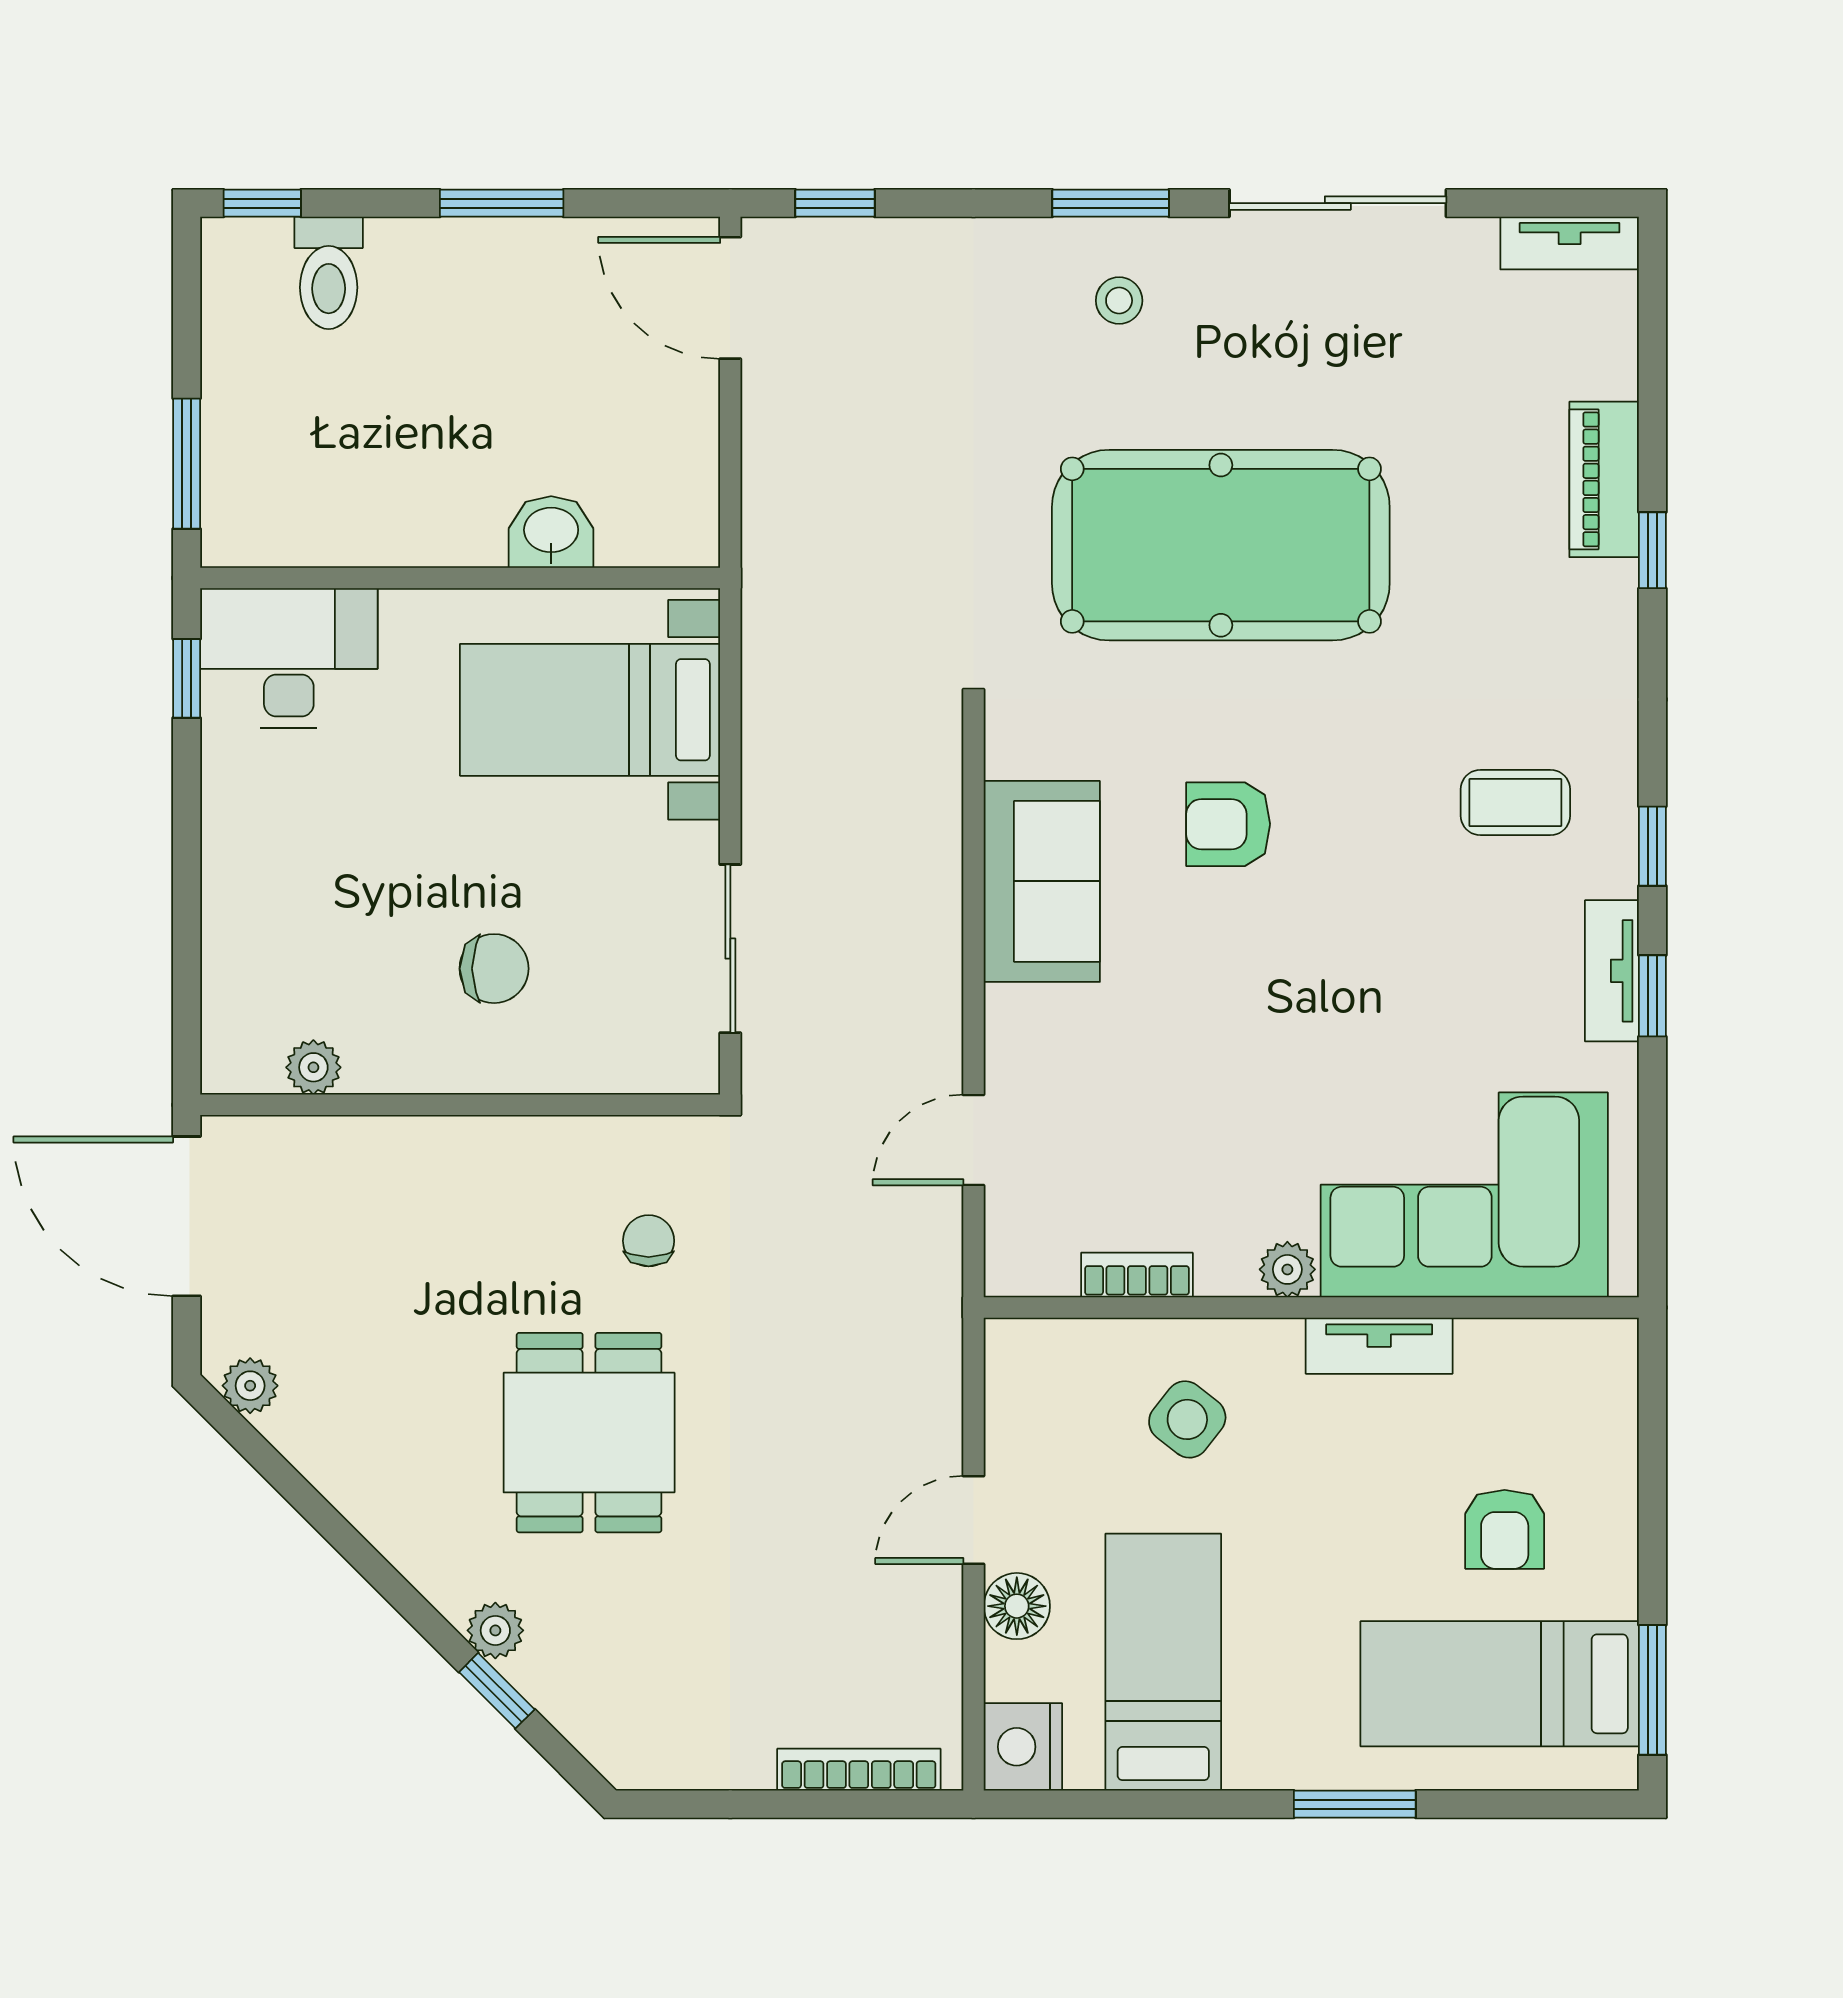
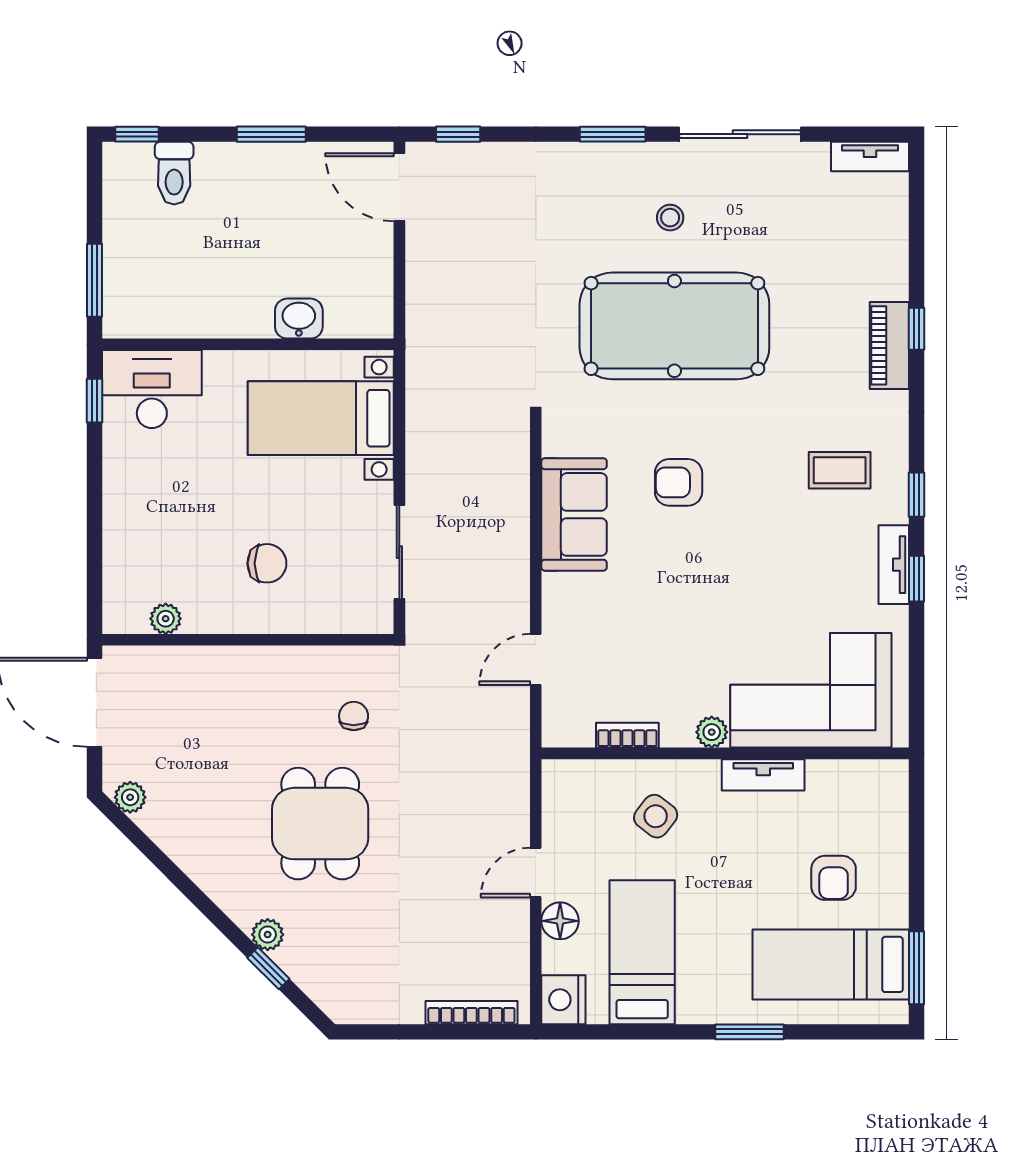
stool: (1119, 301) -> (670, 218), moved
piano: (1604, 479) -> (889, 345), moved

